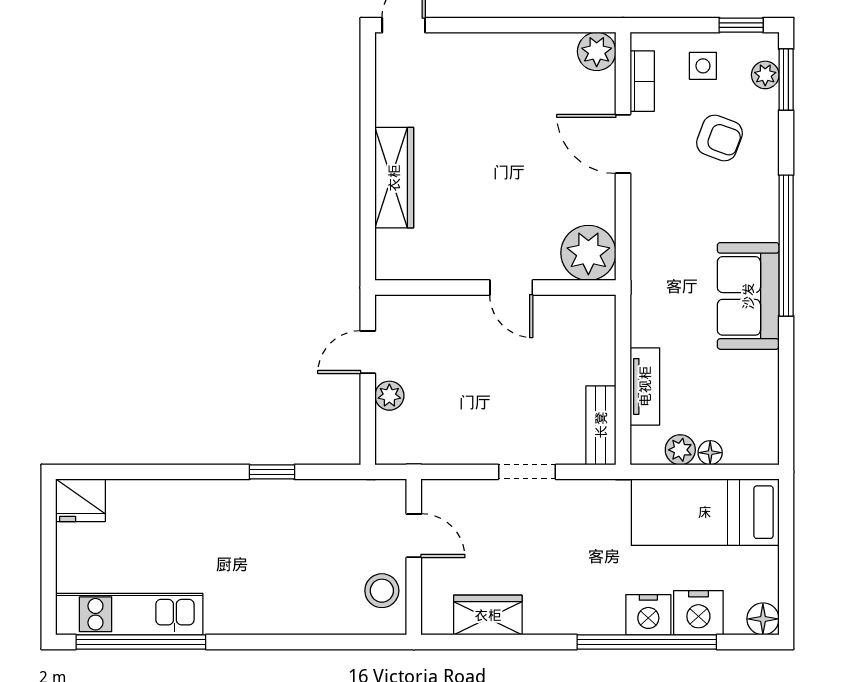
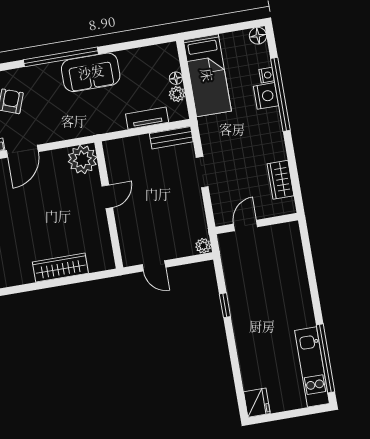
plant: (389, 396) -> (203, 246), moved
stool: (382, 591) -> (277, 237), removed
nightstand: (698, 613) -> (267, 75), width x0.53, depth x0.56

